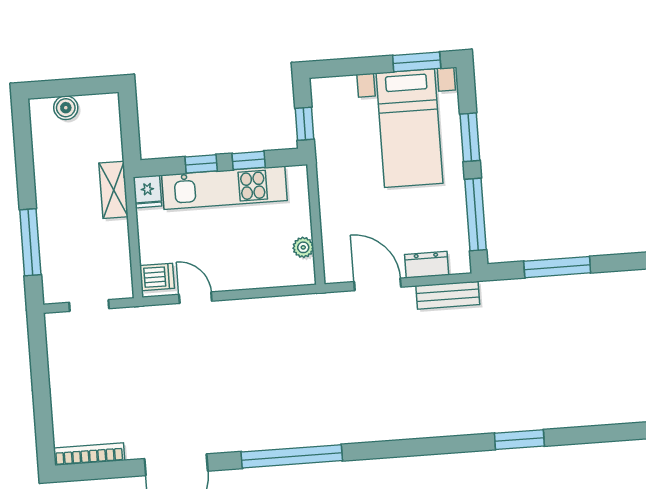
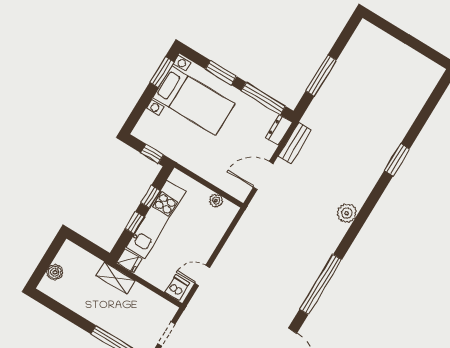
dresser: (427, 265) -> (279, 130), moved
plant: (406, 425) -> (347, 213), added

